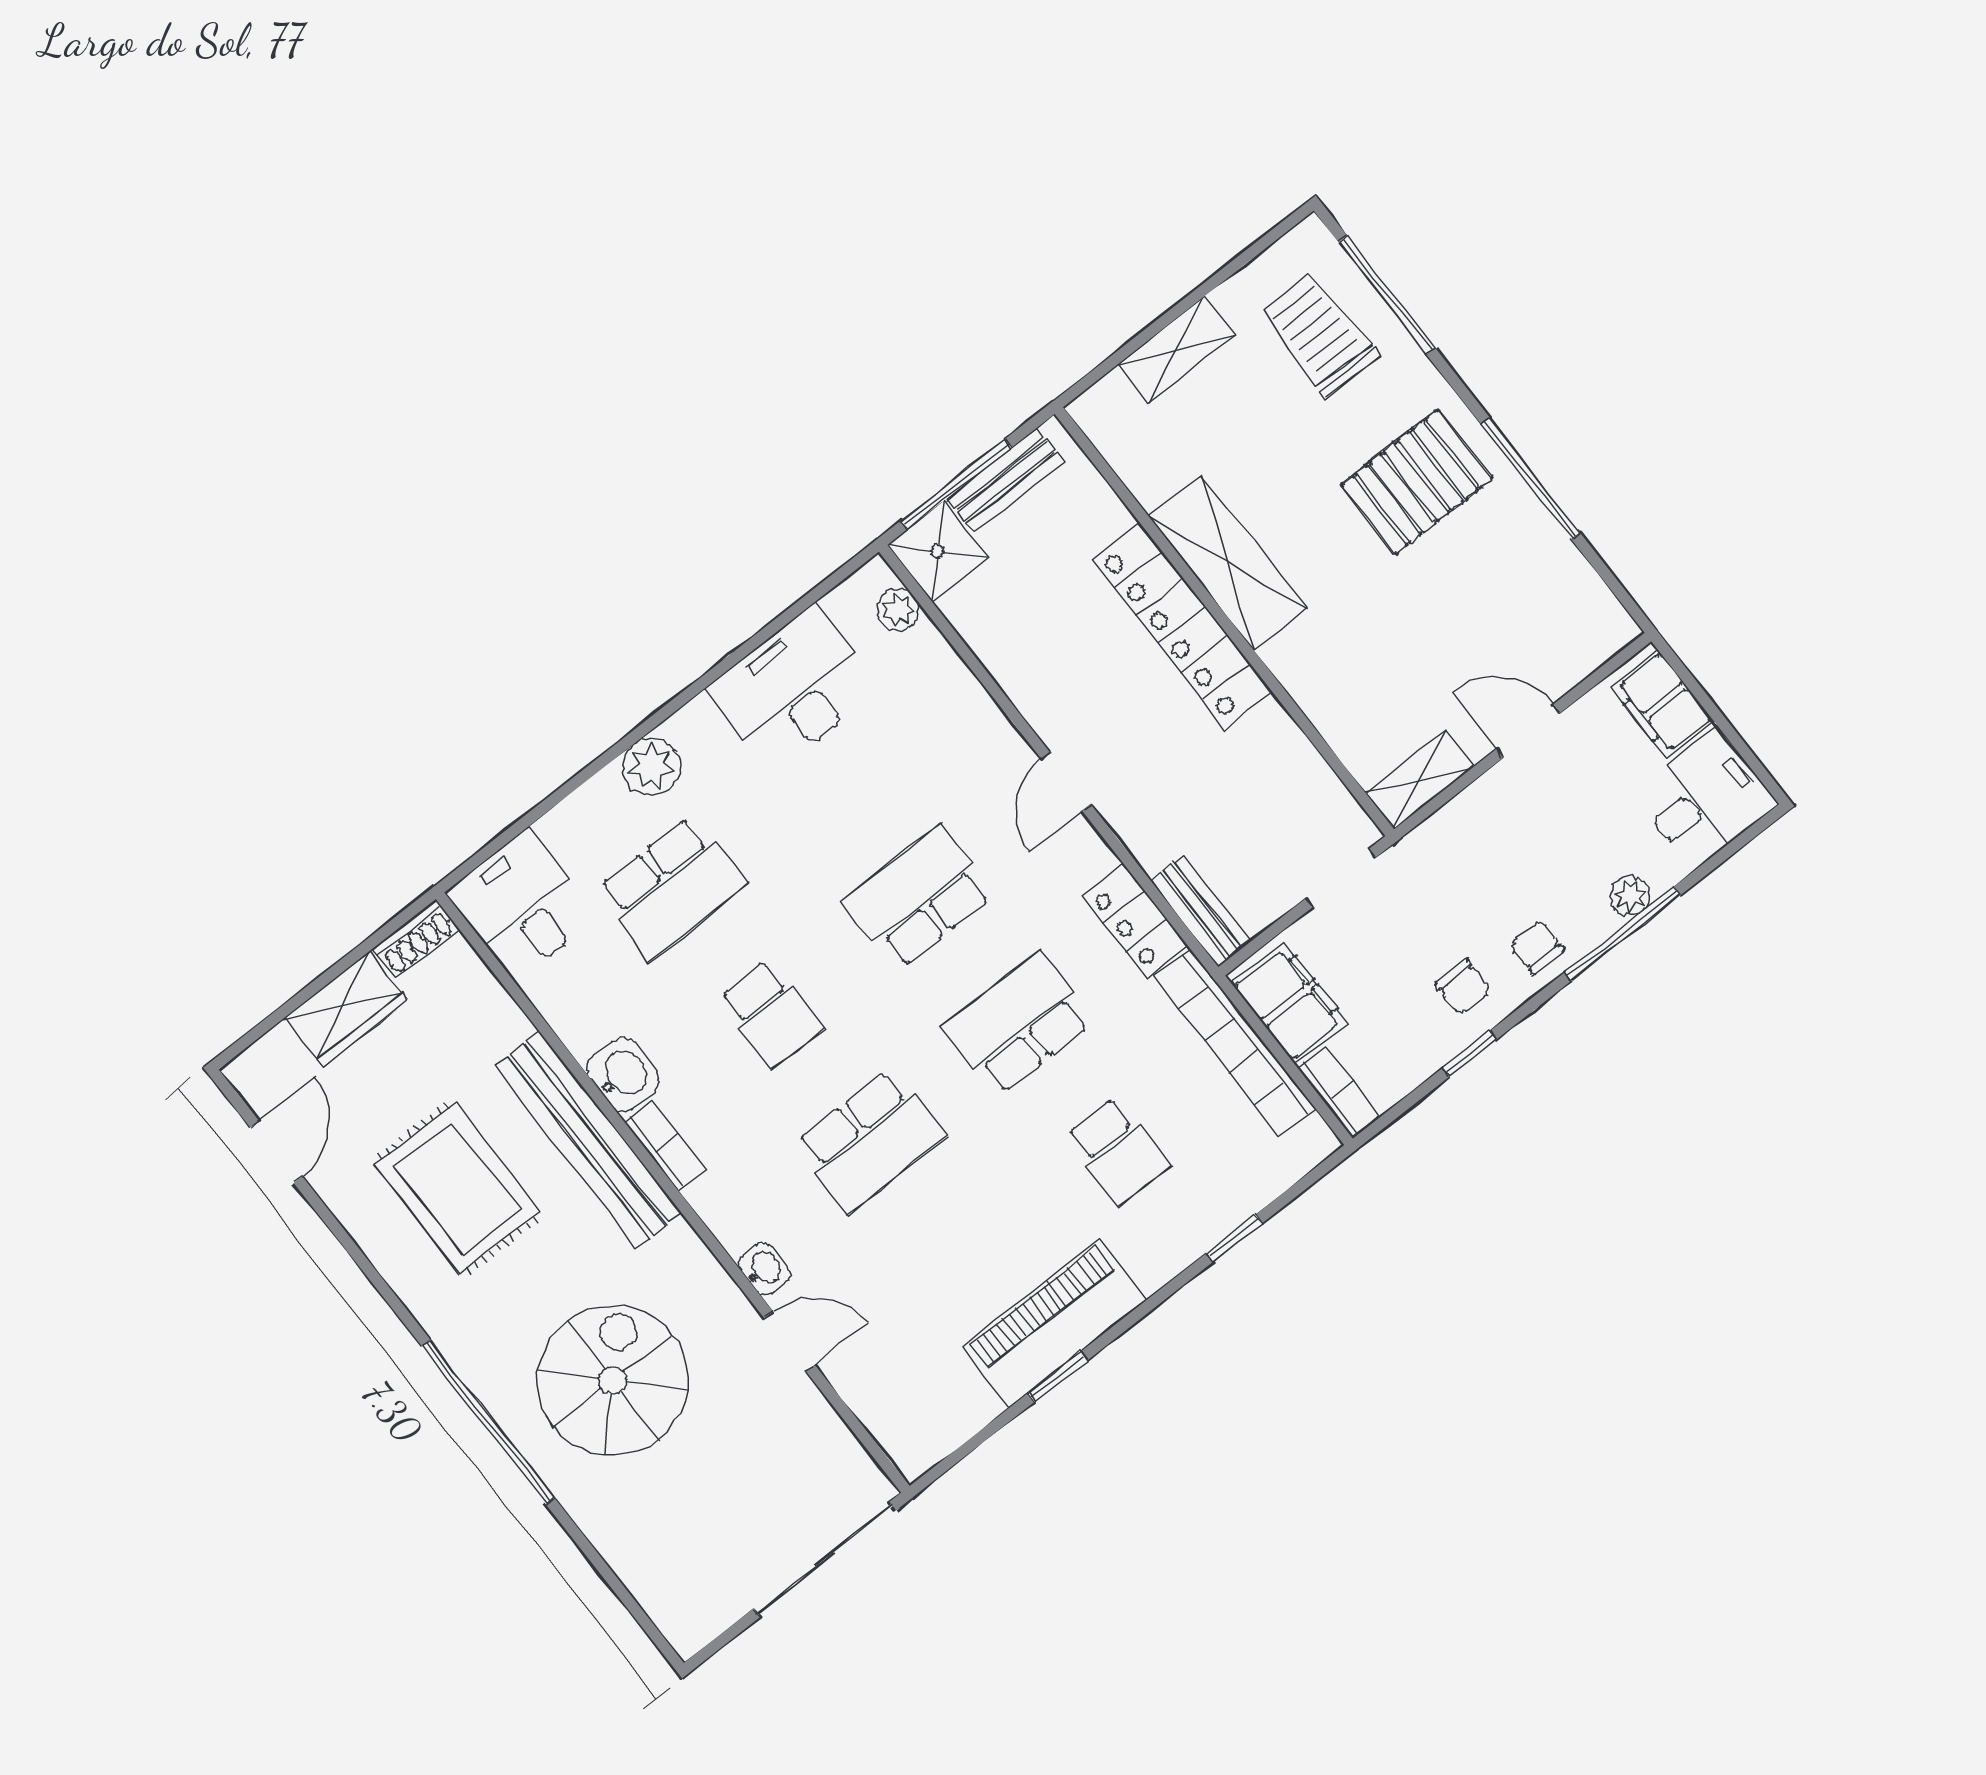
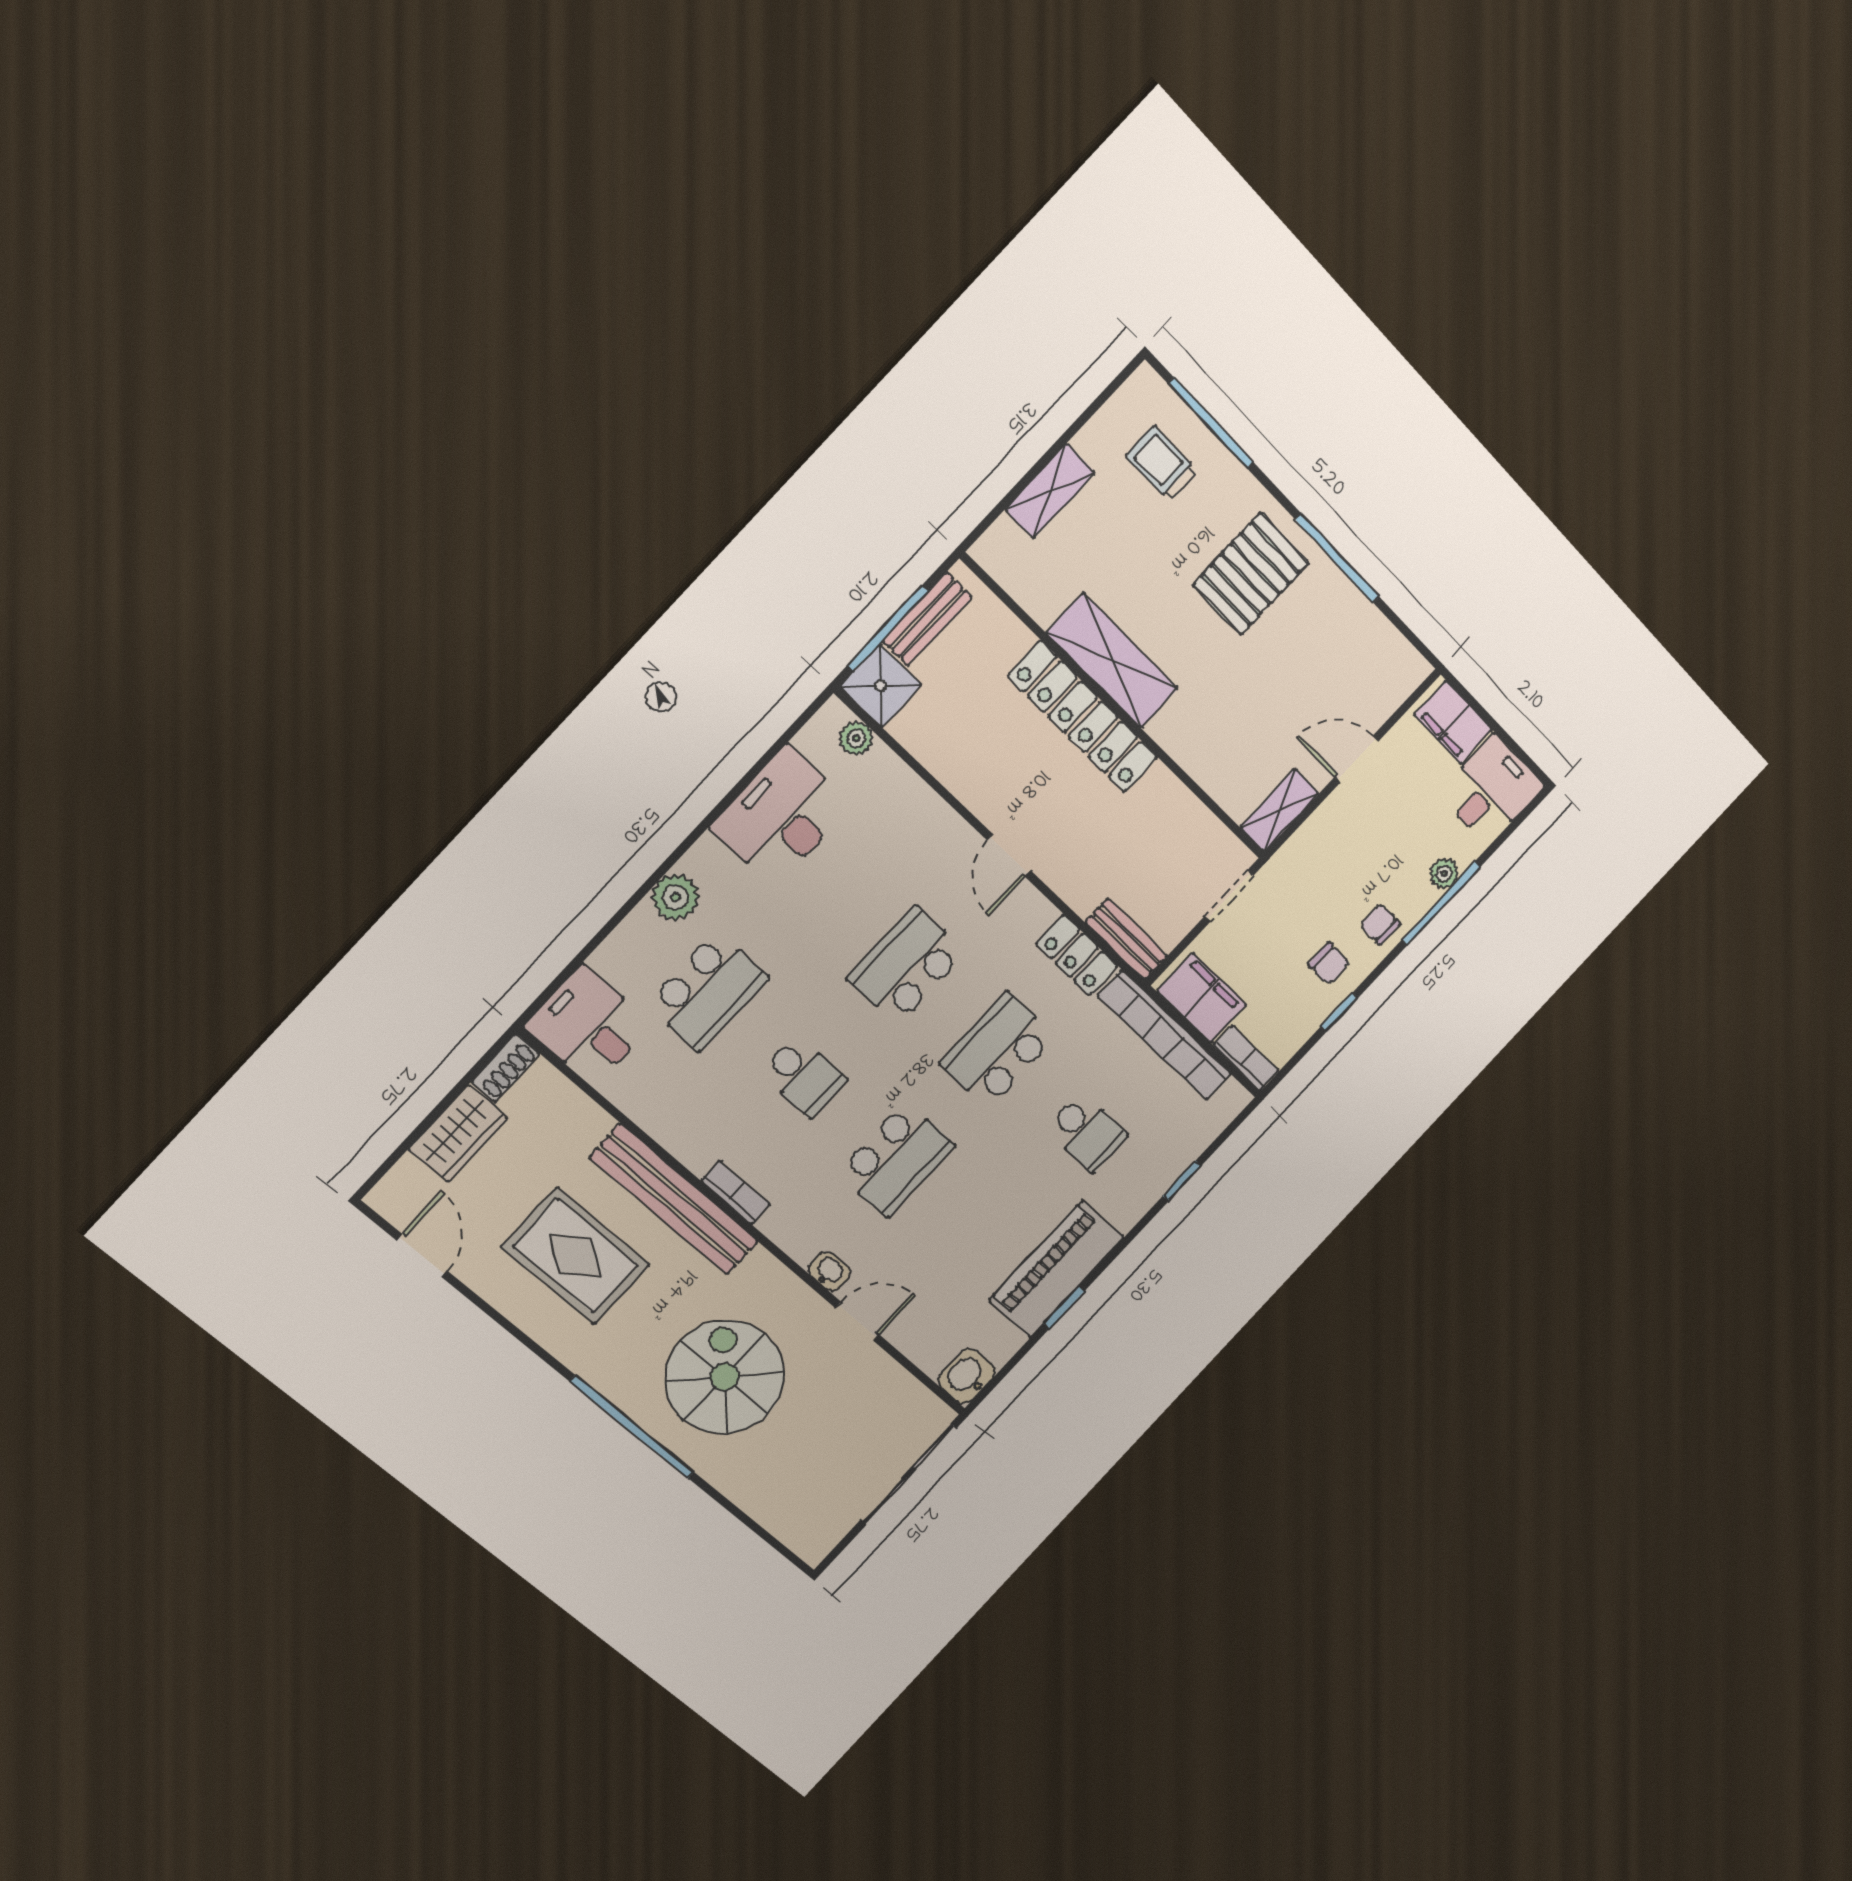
trolley: (1319, 335) -> (1162, 463), width x0.73, depth x0.72
washbasin: (623, 1075) -> (967, 1376), moved, turned -90

